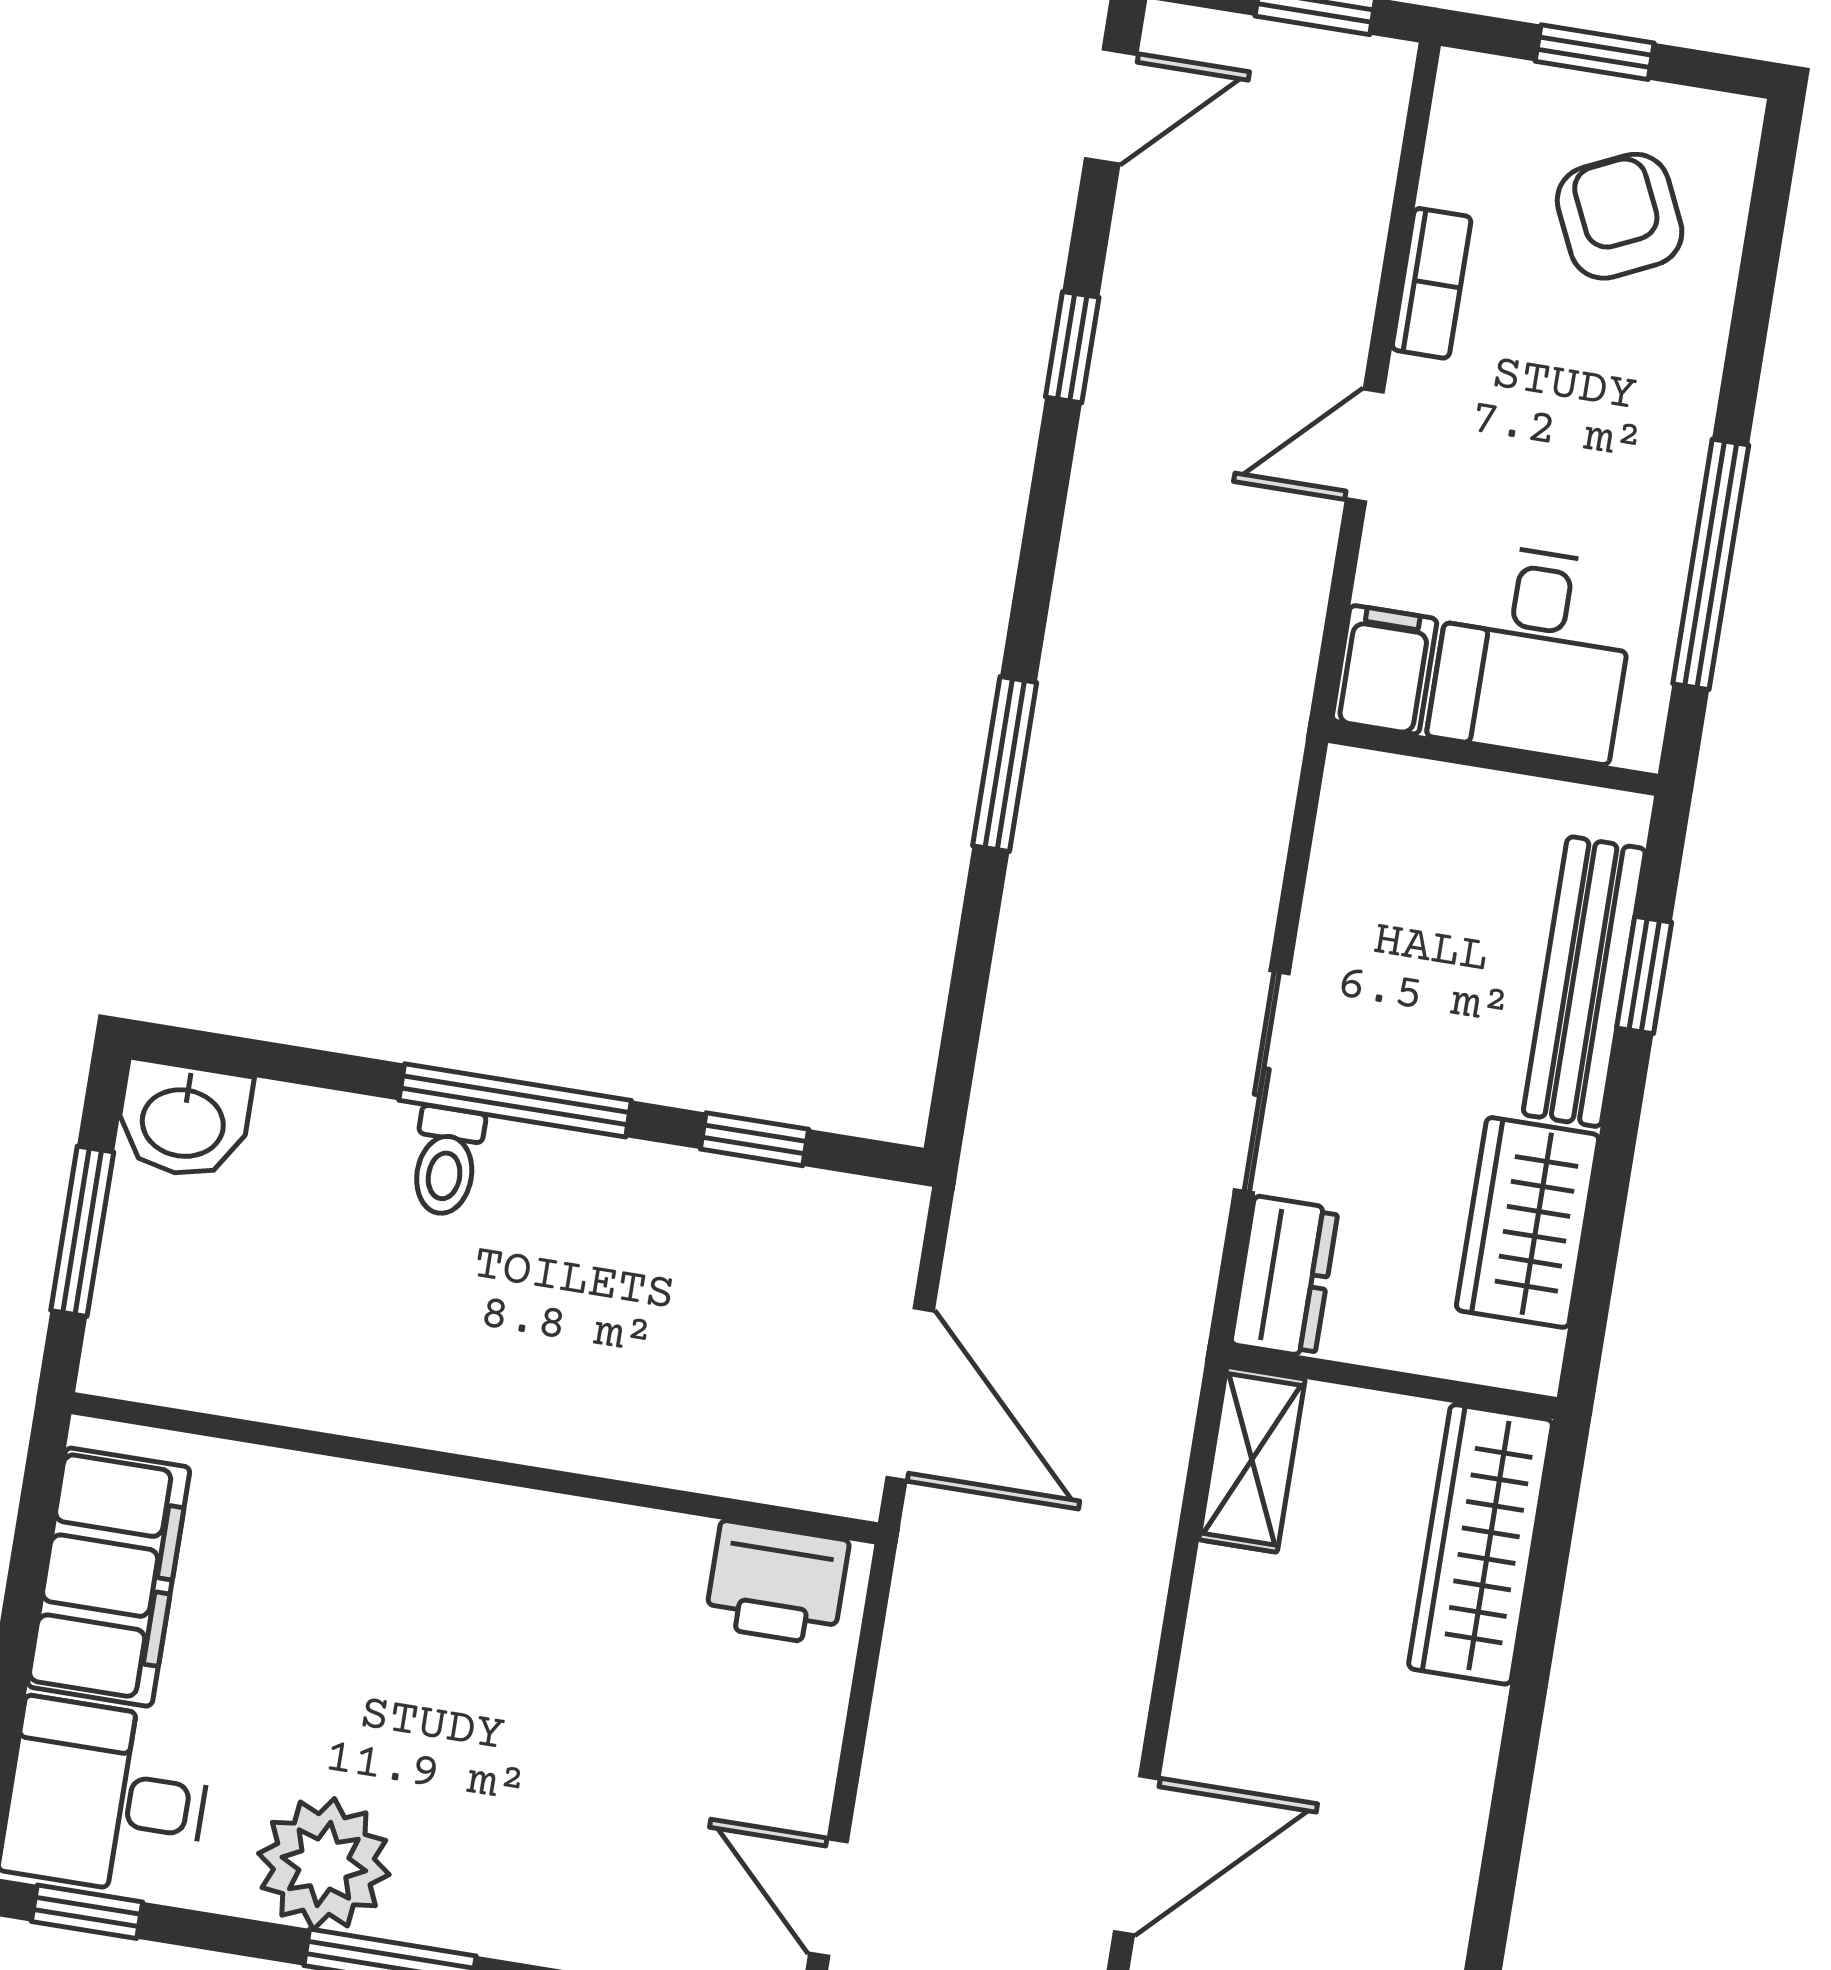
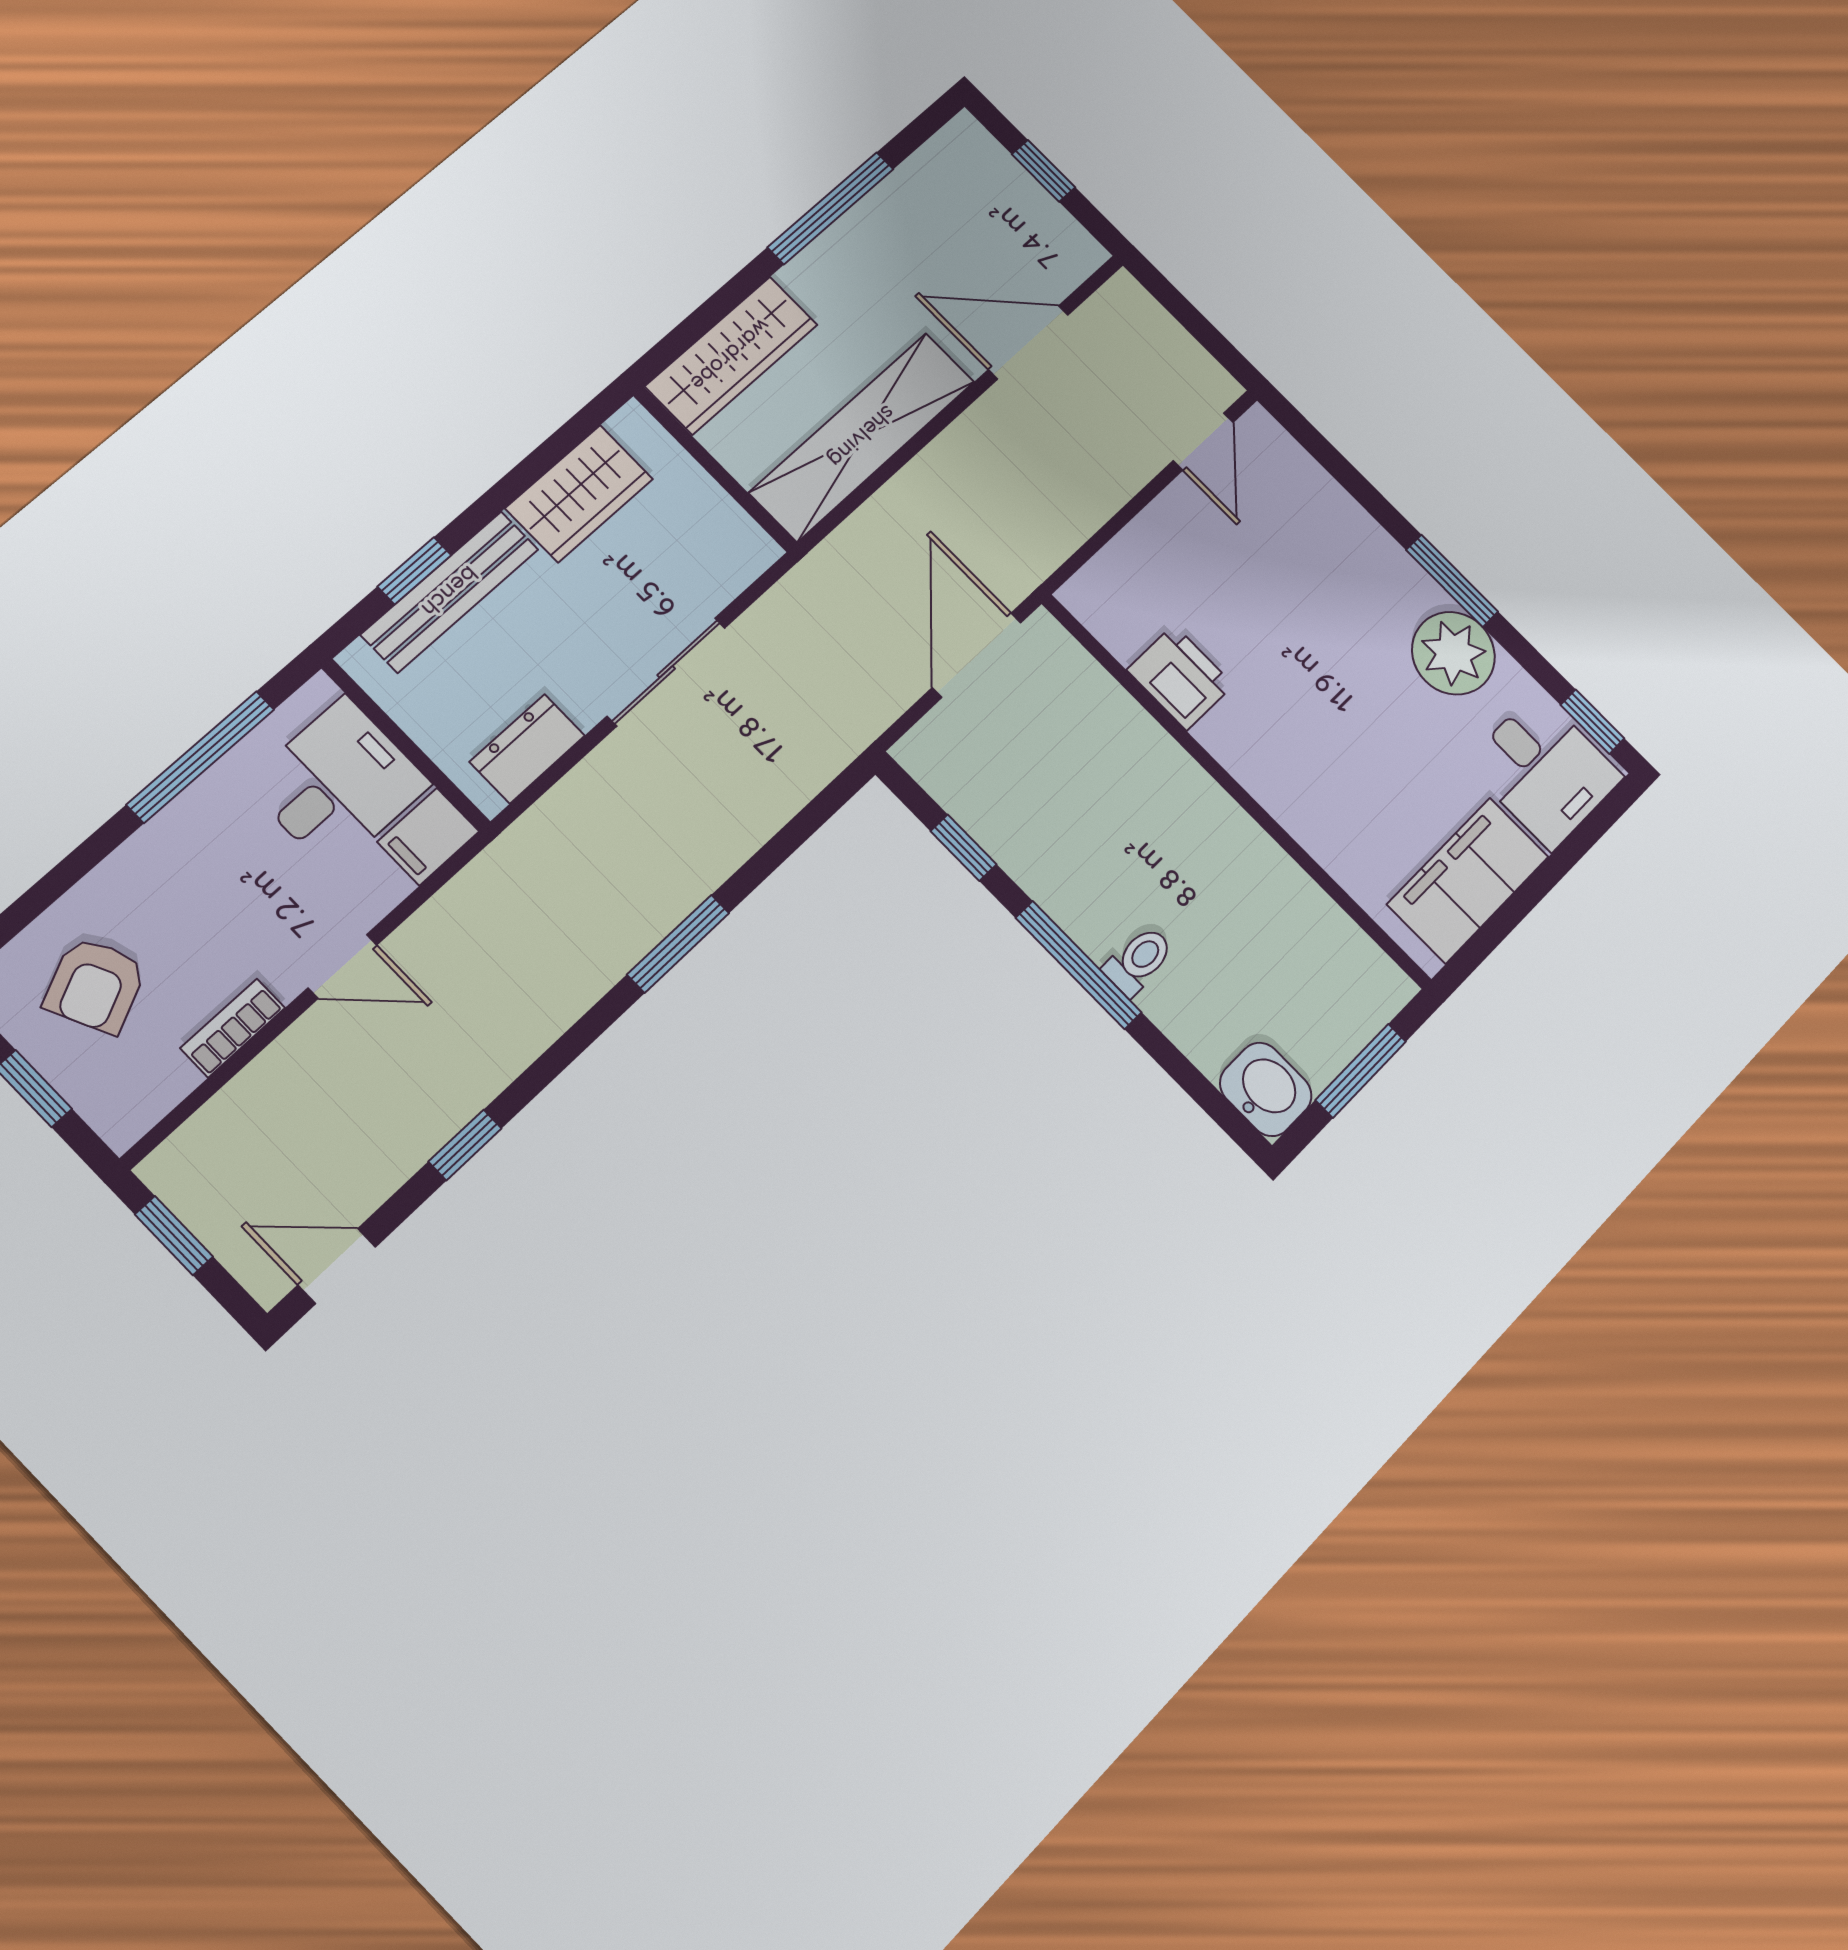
dresser: (1285, 1277) -> (527, 749), moved
shelving: (1252, 1459) -> (862, 437), width x2.20, depth x1.33
printer: (777, 1583) -> (1180, 677), moved
window: (1504, 1837) -> (831, 208), added

